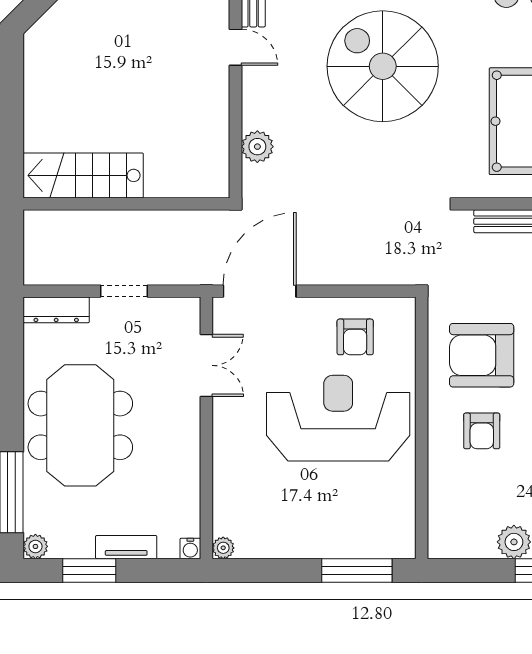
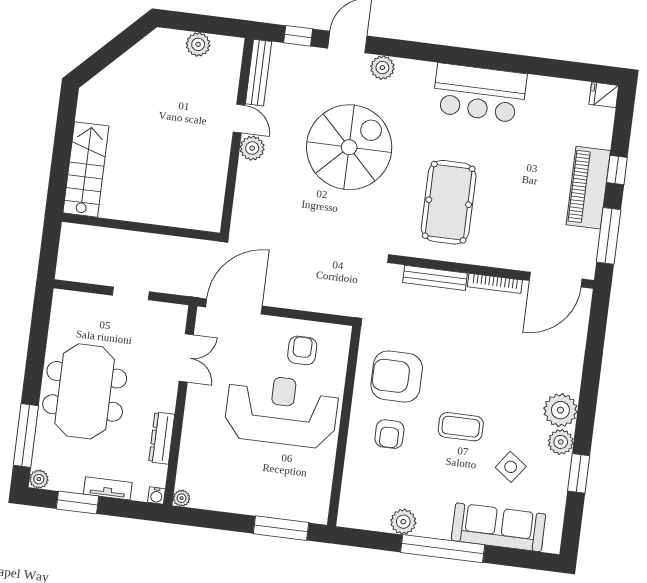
spiral stairs: (383, 66) -> (349, 147), turned 90
plant: (257, 147) -> (252, 148), moved
stairs: (83, 175) -> (86, 169), moved, turned 90
dresser: (56, 310) -> (162, 438), moved, turned 90
armchair: (355, 337) -> (302, 350), turned 180

